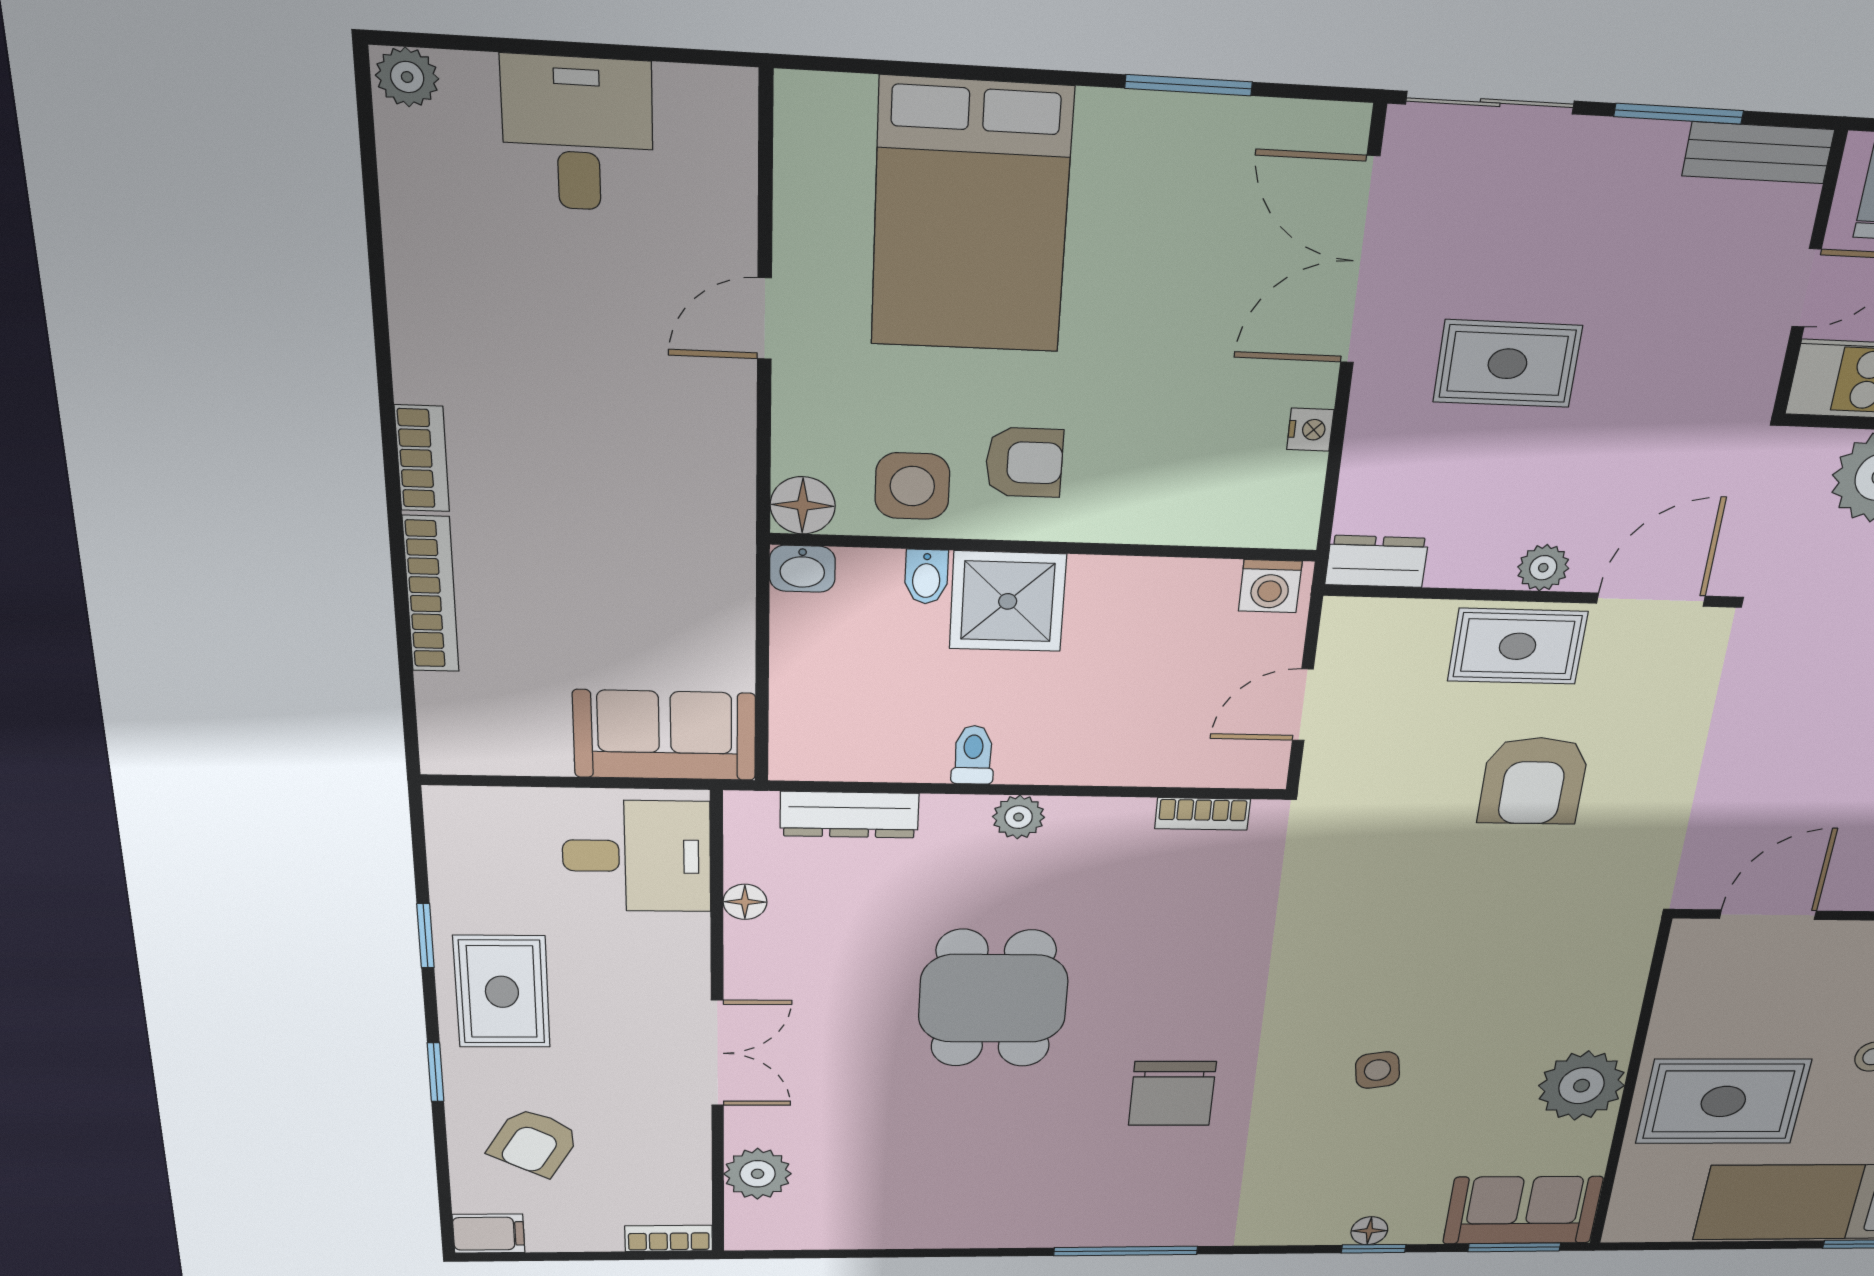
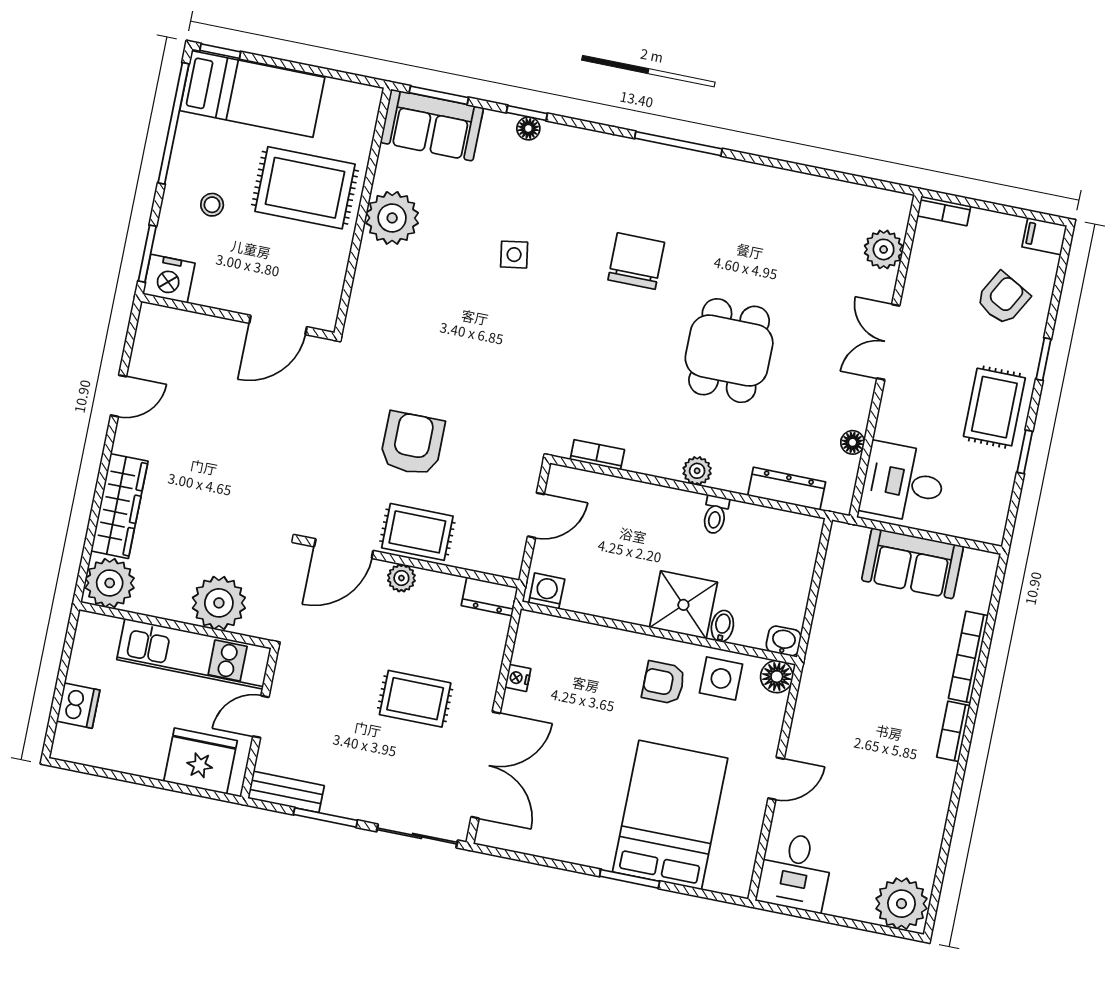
plant: (407, 77) -> (901, 904), width x1.87, depth x1.87
window: (1189, 85) -> (630, 879), moved
desk: (578, 134) -> (795, 872), moved
sofa: (665, 735) -> (913, 563), moved

